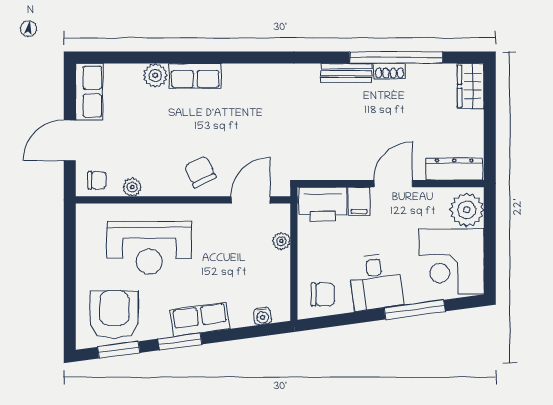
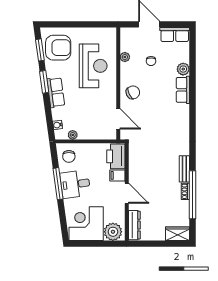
chair: (97, 180) -> (151, 61), moved
plant: (281, 241) -> (73, 135), moved
reception desk: (149, 248) -> (93, 66), turned 180
window: (415, 310) -> (58, 184), moved

